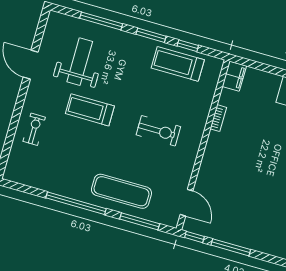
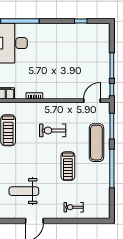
treadmill: (90, 110) -> (68, 166), moved
exercise bike: (158, 131) -> (53, 130), turned -90

